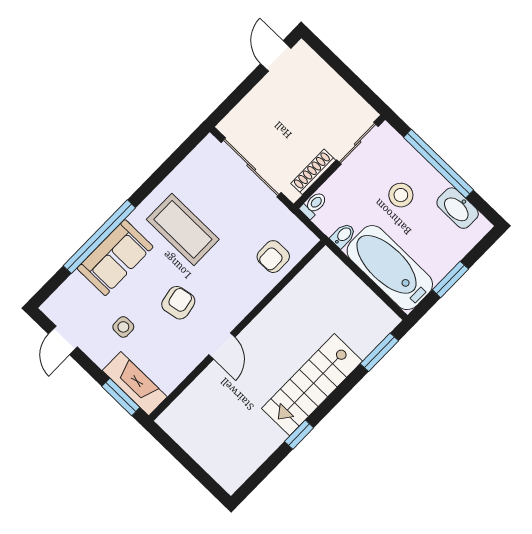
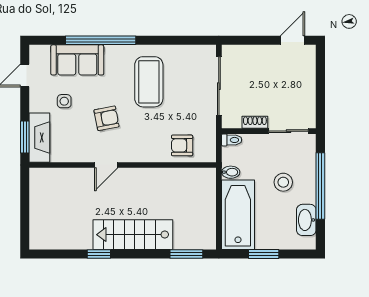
shoe rack: (313, 172) -> (255, 122), width x0.70
sofa: (115, 258) -> (77, 60), moved

